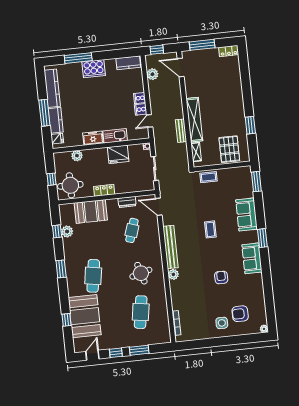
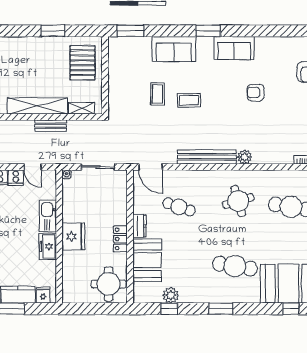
pallet: (229, 149) -> (83, 63), turned 90
fridge: (118, 154) -> (73, 236), moved
plant: (77, 156) -> (69, 271), removed
coffee table: (208, 177) -> (158, 94), moved
window: (51, 179) -> (97, 309), removed
dresser: (127, 202) -> (139, 226), moved
door: (159, 207) -> (151, 167), hinge flipped

